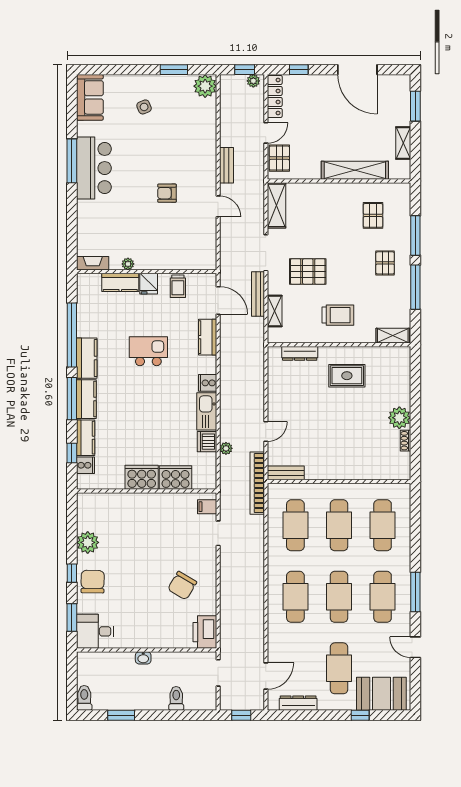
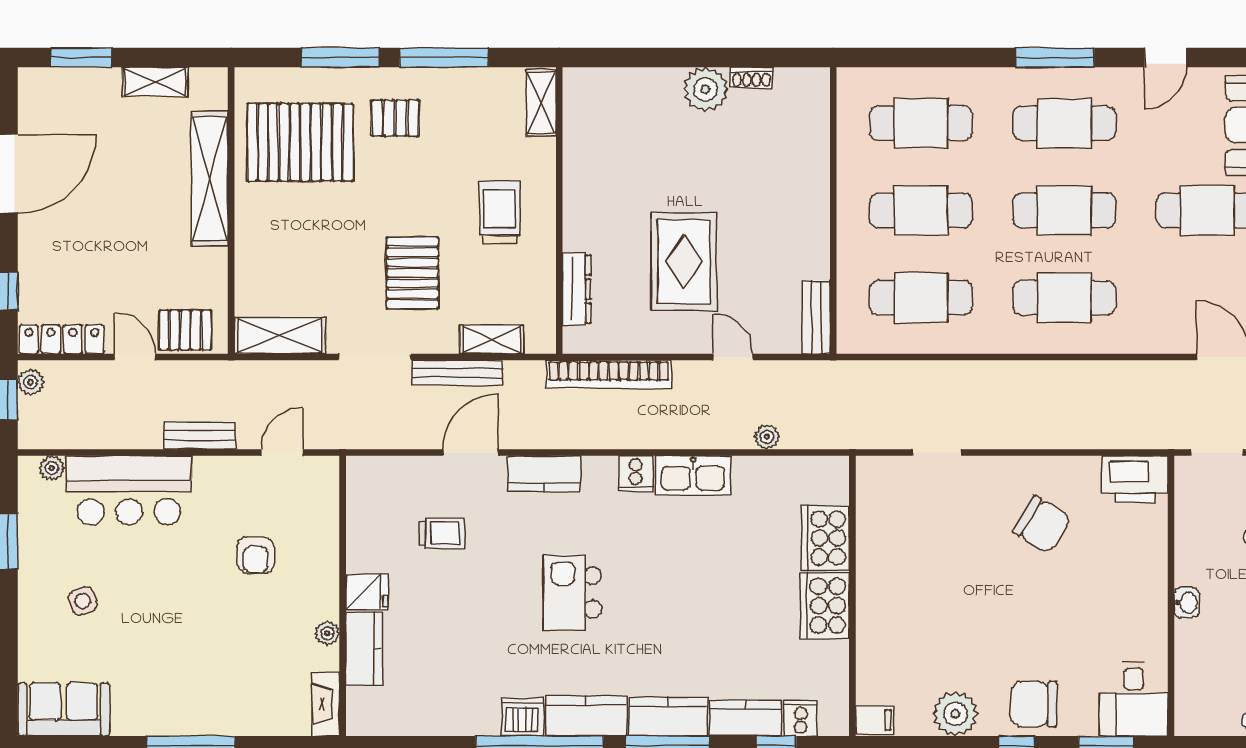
plant: (205, 86) -> (52, 468), width x0.53, depth x0.53
bar counter: (94, 168) -> (129, 490), moved, turned 180
pallet: (373, 215) -> (300, 142), width x2.05, depth x2.00
fireplace: (93, 263) -> (326, 704), moved
plant: (128, 264) -> (327, 633), moved
wall: (147, 272) -> (343, 596), moved
kitchen counter: (120, 282) -> (364, 649), moved
fridge: (149, 284) -> (367, 592), moved
rug: (347, 376) -> (684, 261), moved, width x1.36, depth x1.43
dishwasher: (207, 442) -> (522, 717), moved, turned 180
bookcase: (257, 483) -> (609, 374), moved
filing cabinet: (207, 507) -> (875, 720), moved, turned -90

